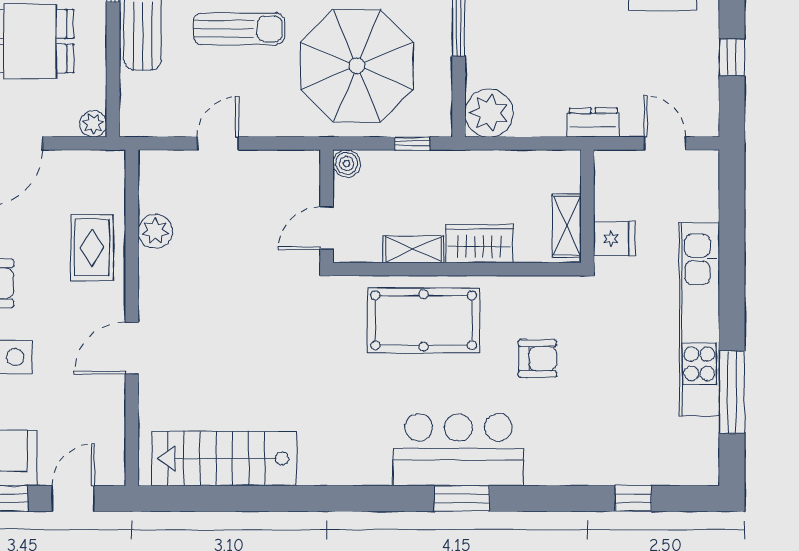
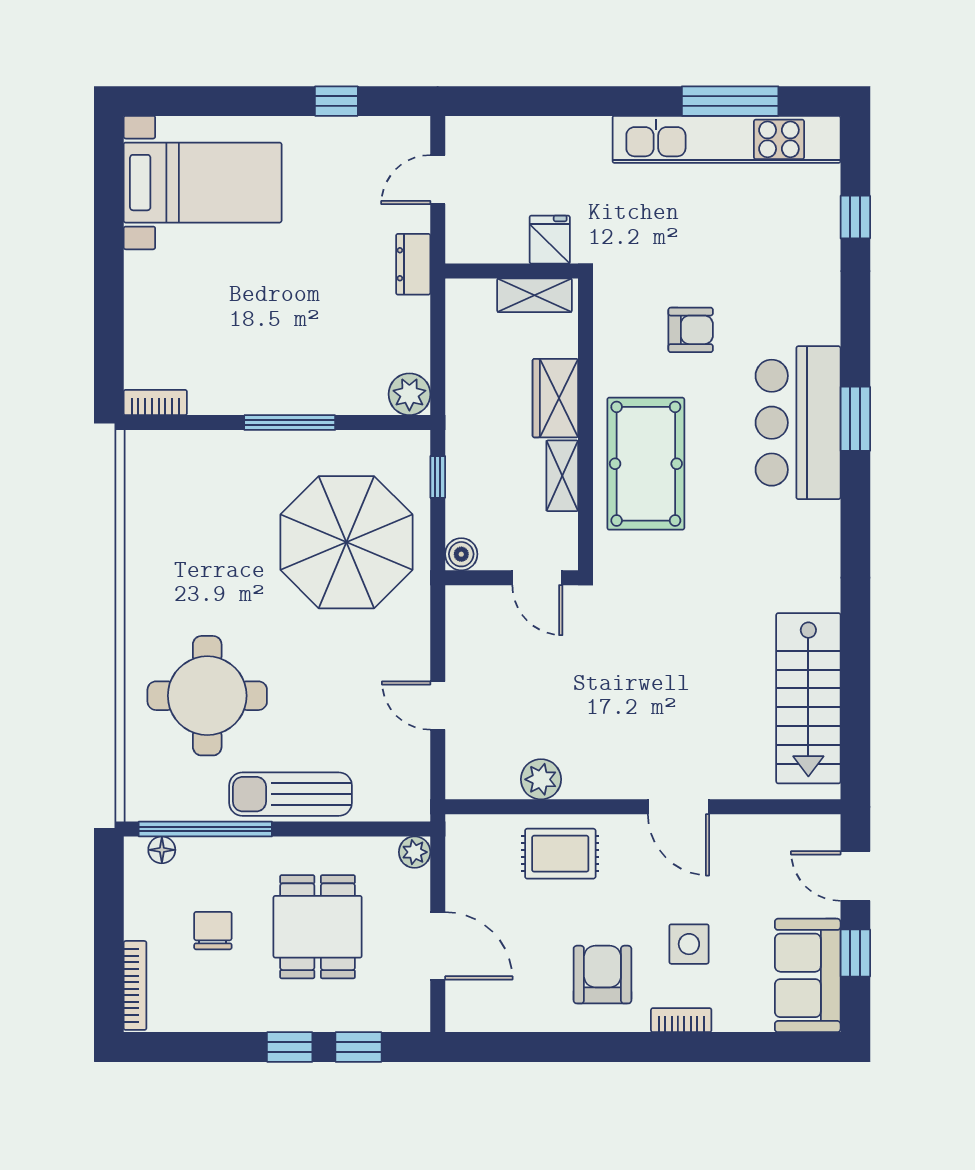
sun lounger: (239, 29) -> (303, 681), removed
plant: (489, 113) -> (409, 394), width x0.73, depth x0.73
kitchen unit: (699, 319) -> (727, 139), moved
armchair: (537, 358) -> (691, 330), turned 90

